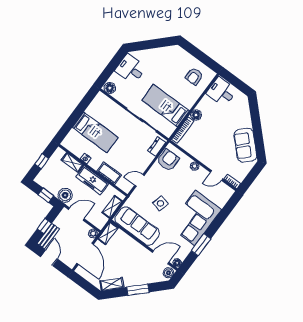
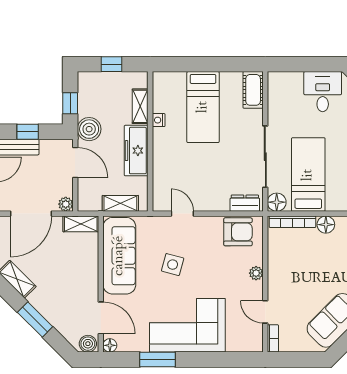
floor lamp: (110, 88) -> (277, 202), moved
cot: (109, 173) -> (253, 90), moved

